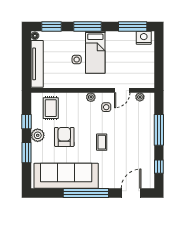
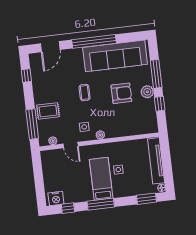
window: (87, 26) -> (101, 204), moved
window: (133, 26) -> (68, 208), width x0.46
door: (122, 90) -> (71, 145), swing flipped
rug: (51, 108) -> (48, 111), moved, turned 90
window: (159, 130) -> (32, 124), moved
armchair: (64, 137) -> (121, 93), turned -90
window: (27, 153) -> (156, 74), width x1.44

